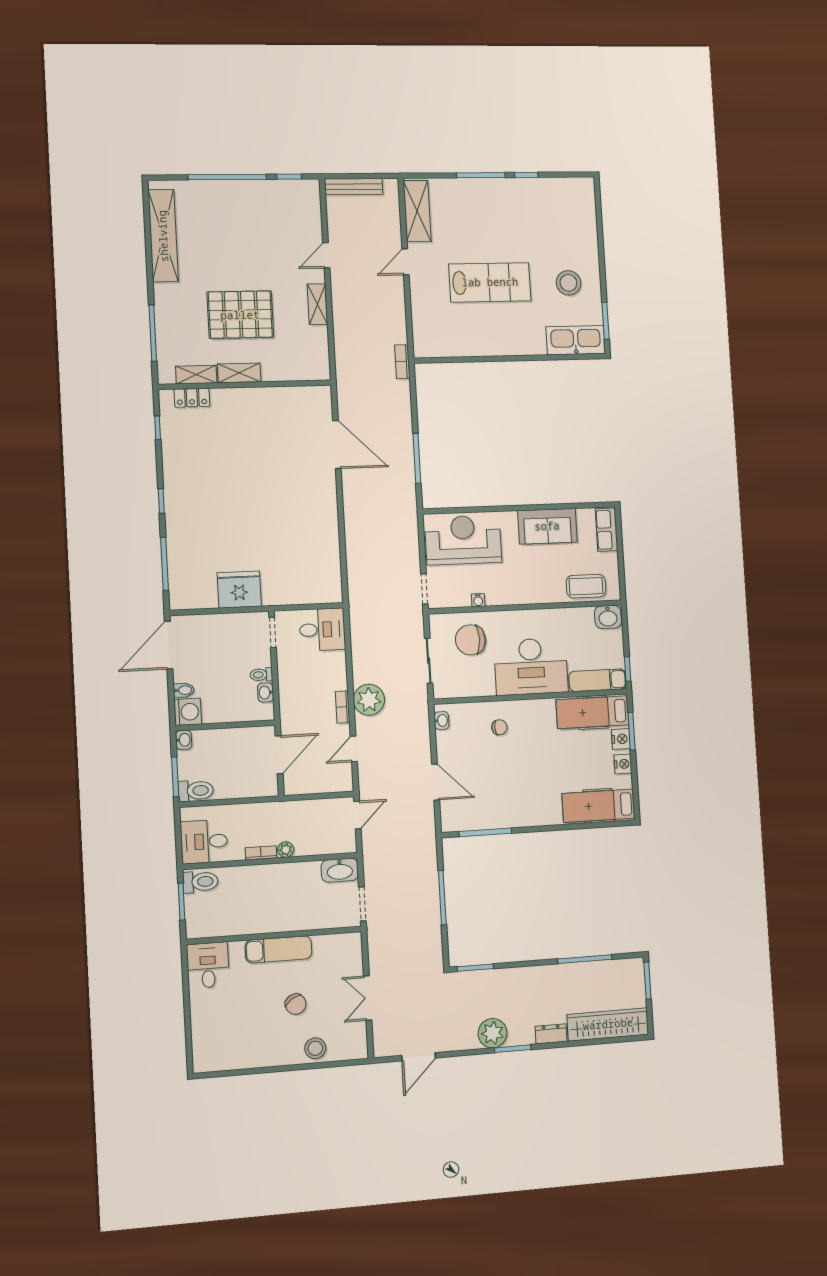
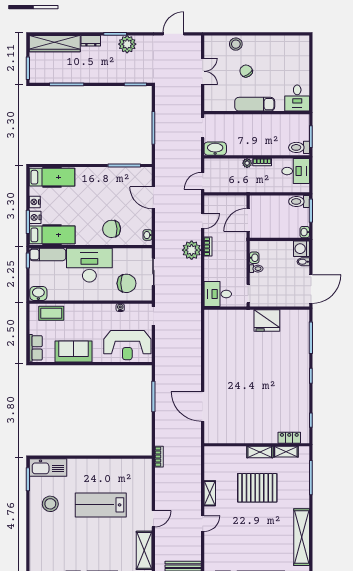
chair: (499, 727) -> (112, 229), width x1.87, depth x1.87

